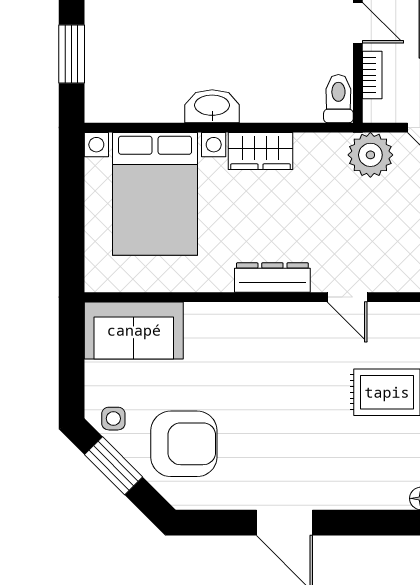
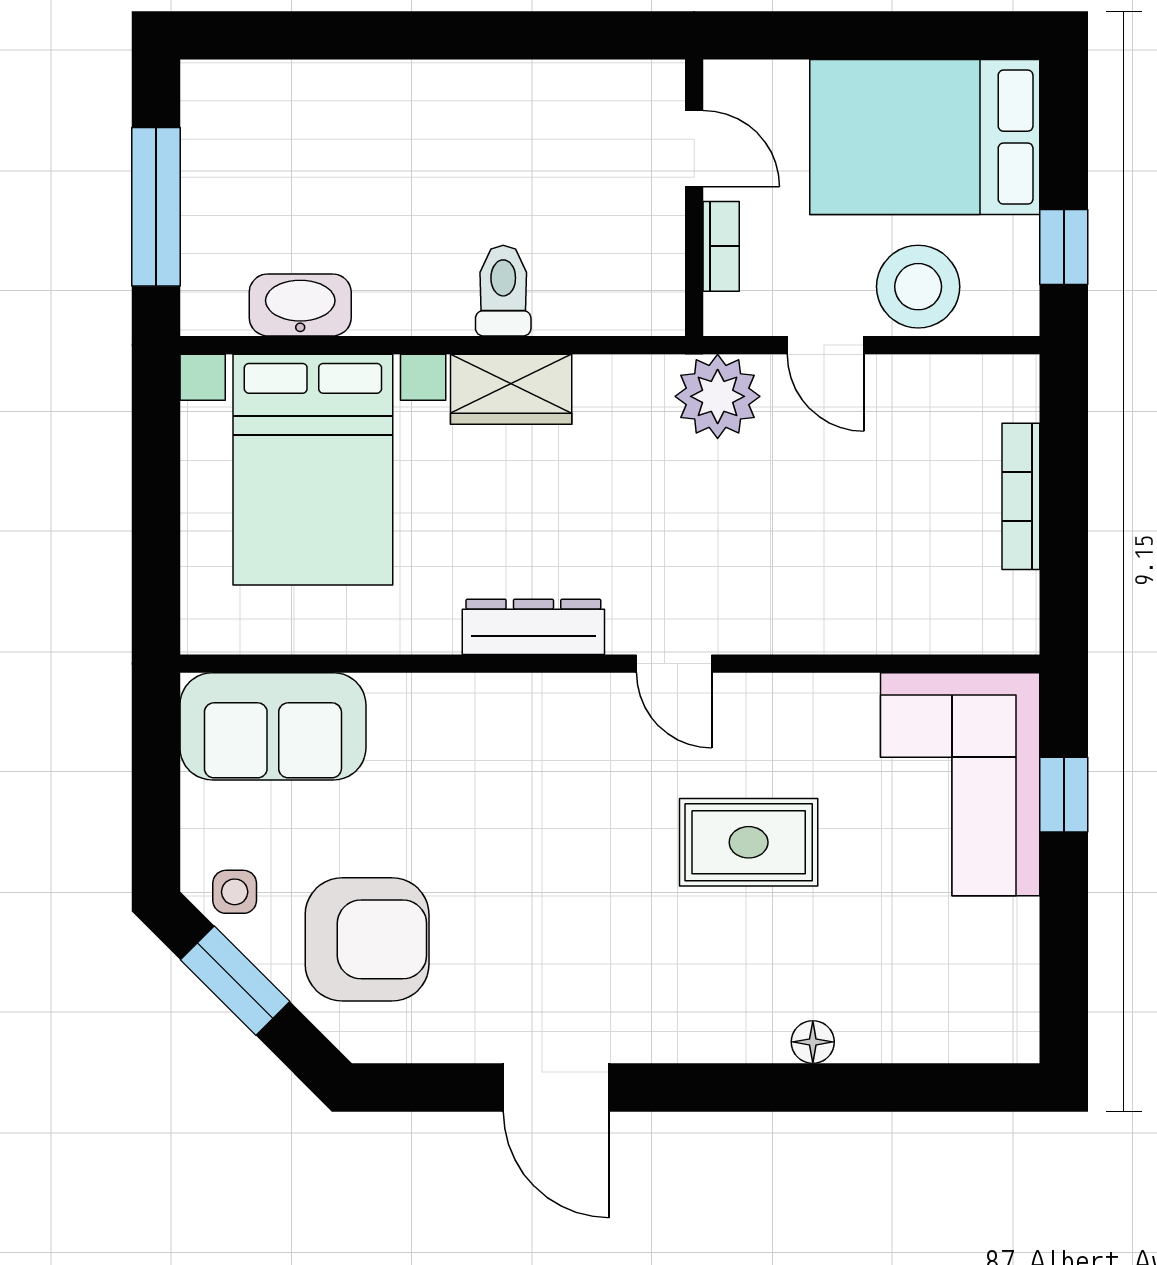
window: (72, 54) -> (156, 207), width x1.44
toilet: (338, 99) -> (503, 291), moved
washbasin: (212, 106) -> (300, 305), moved

